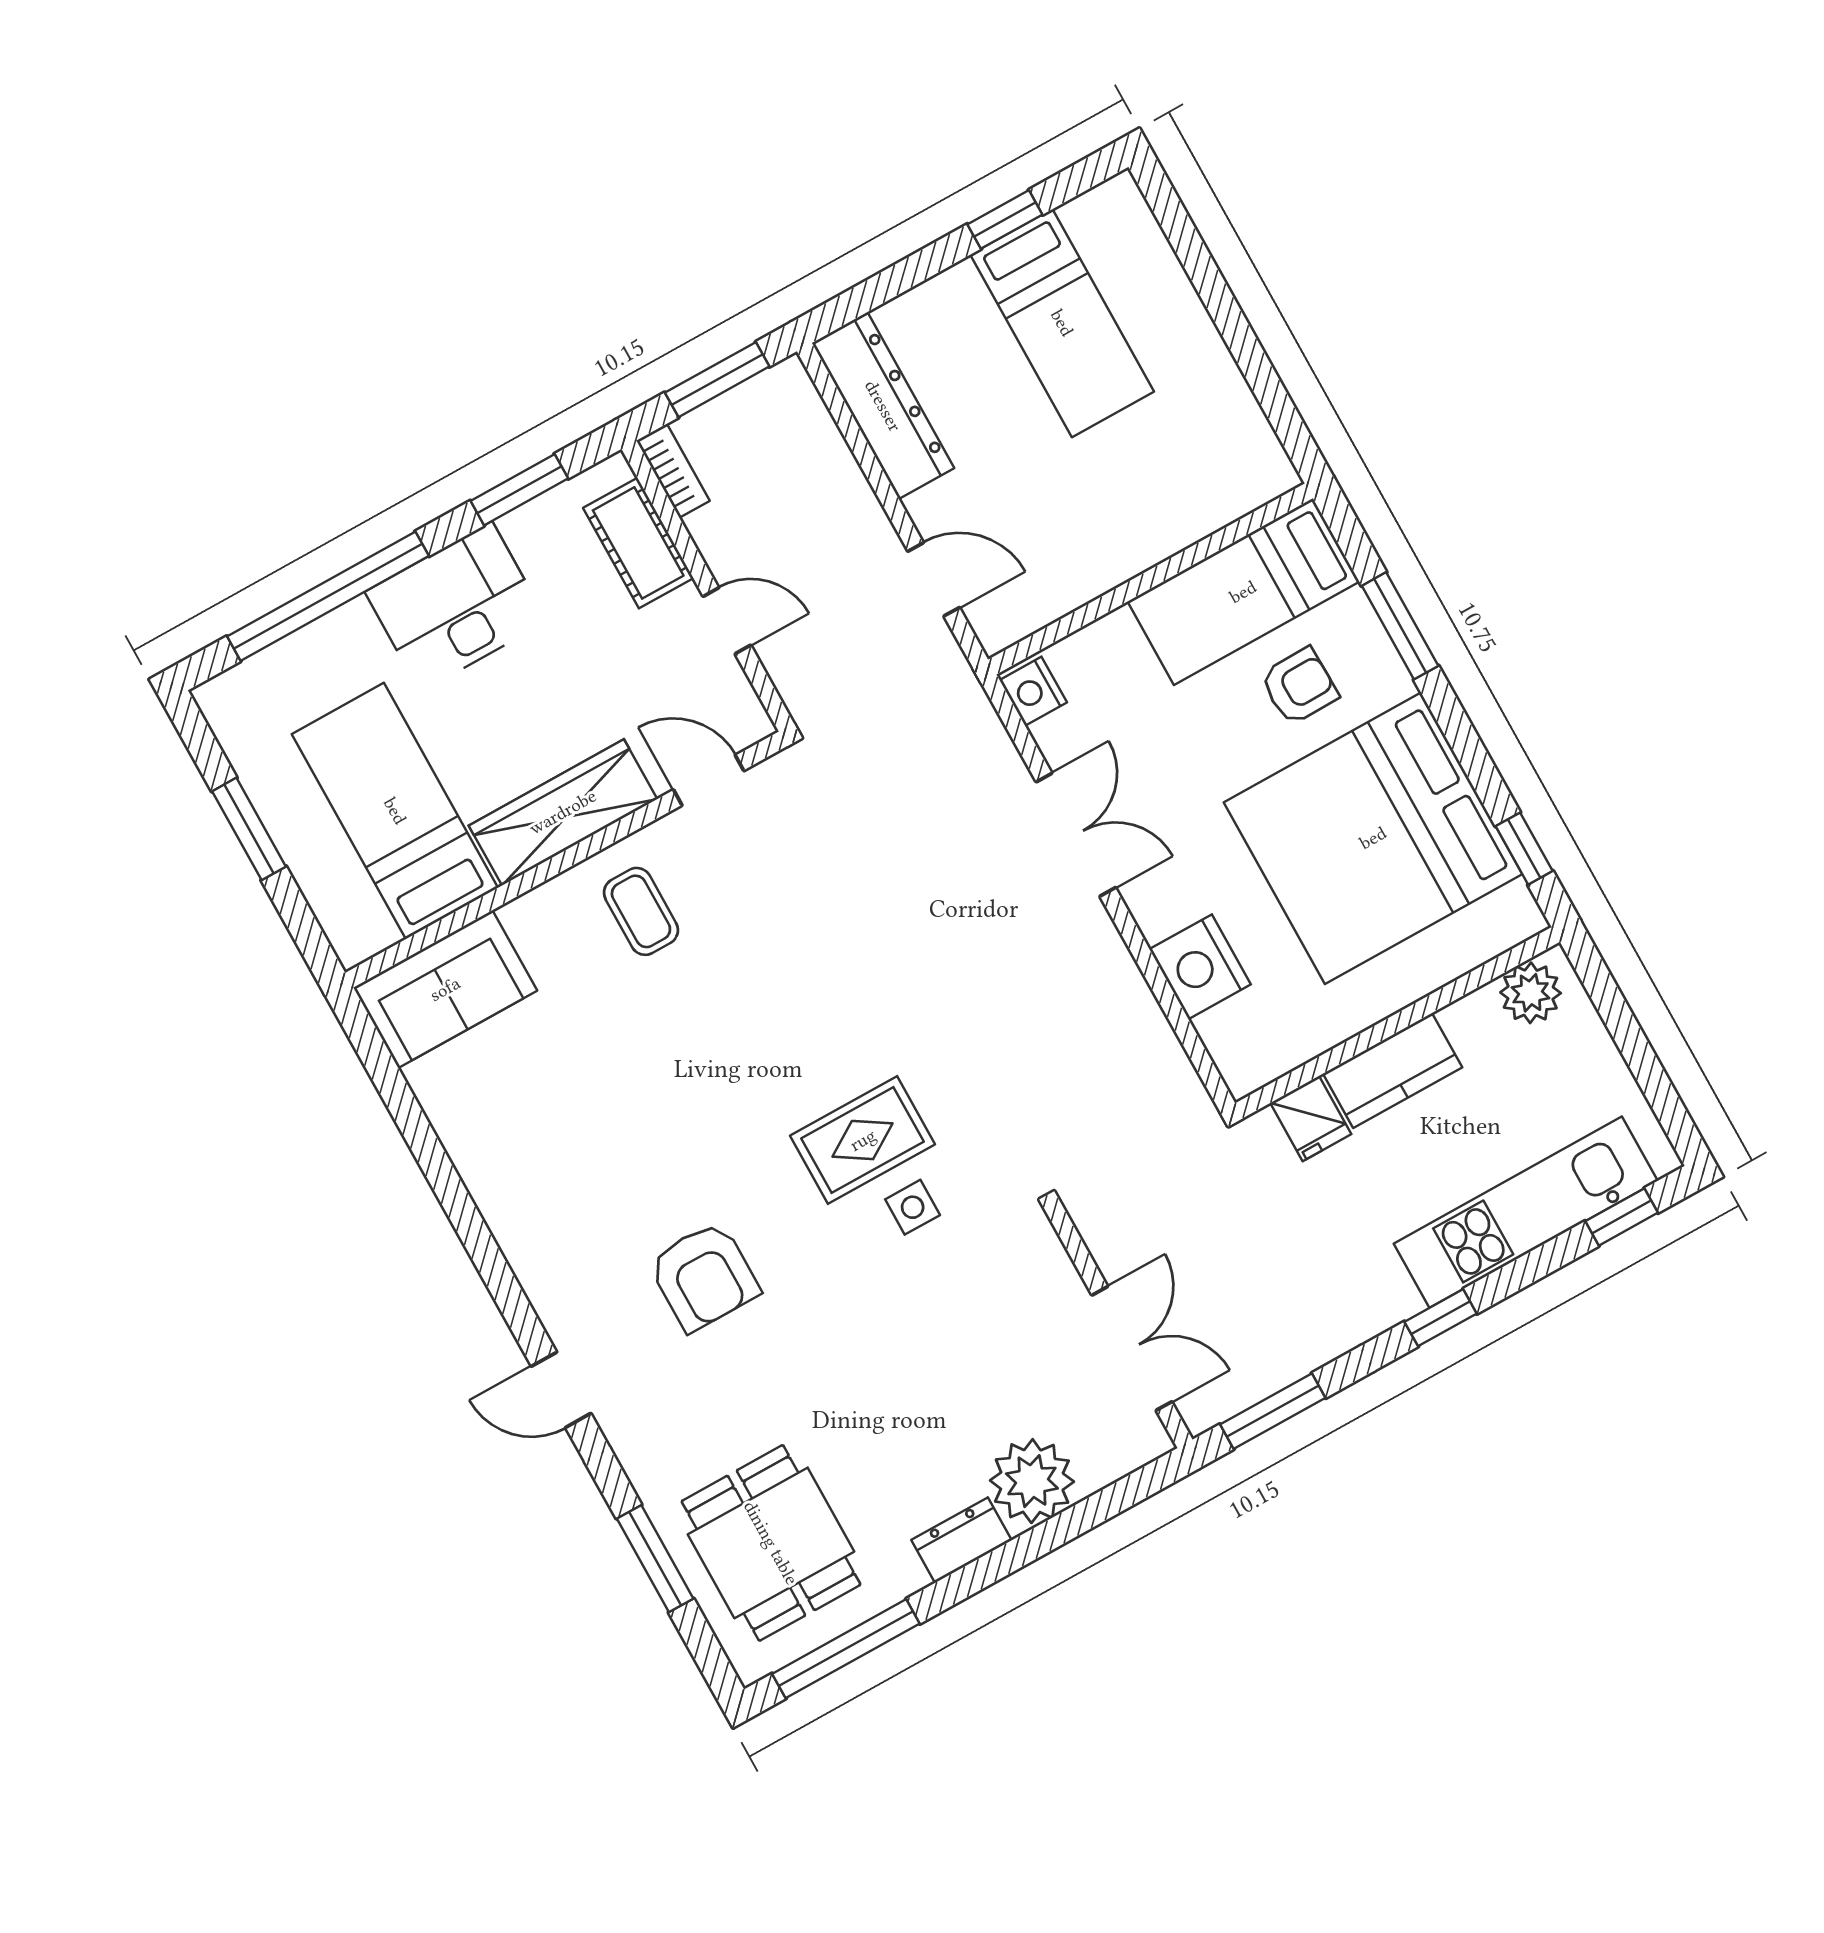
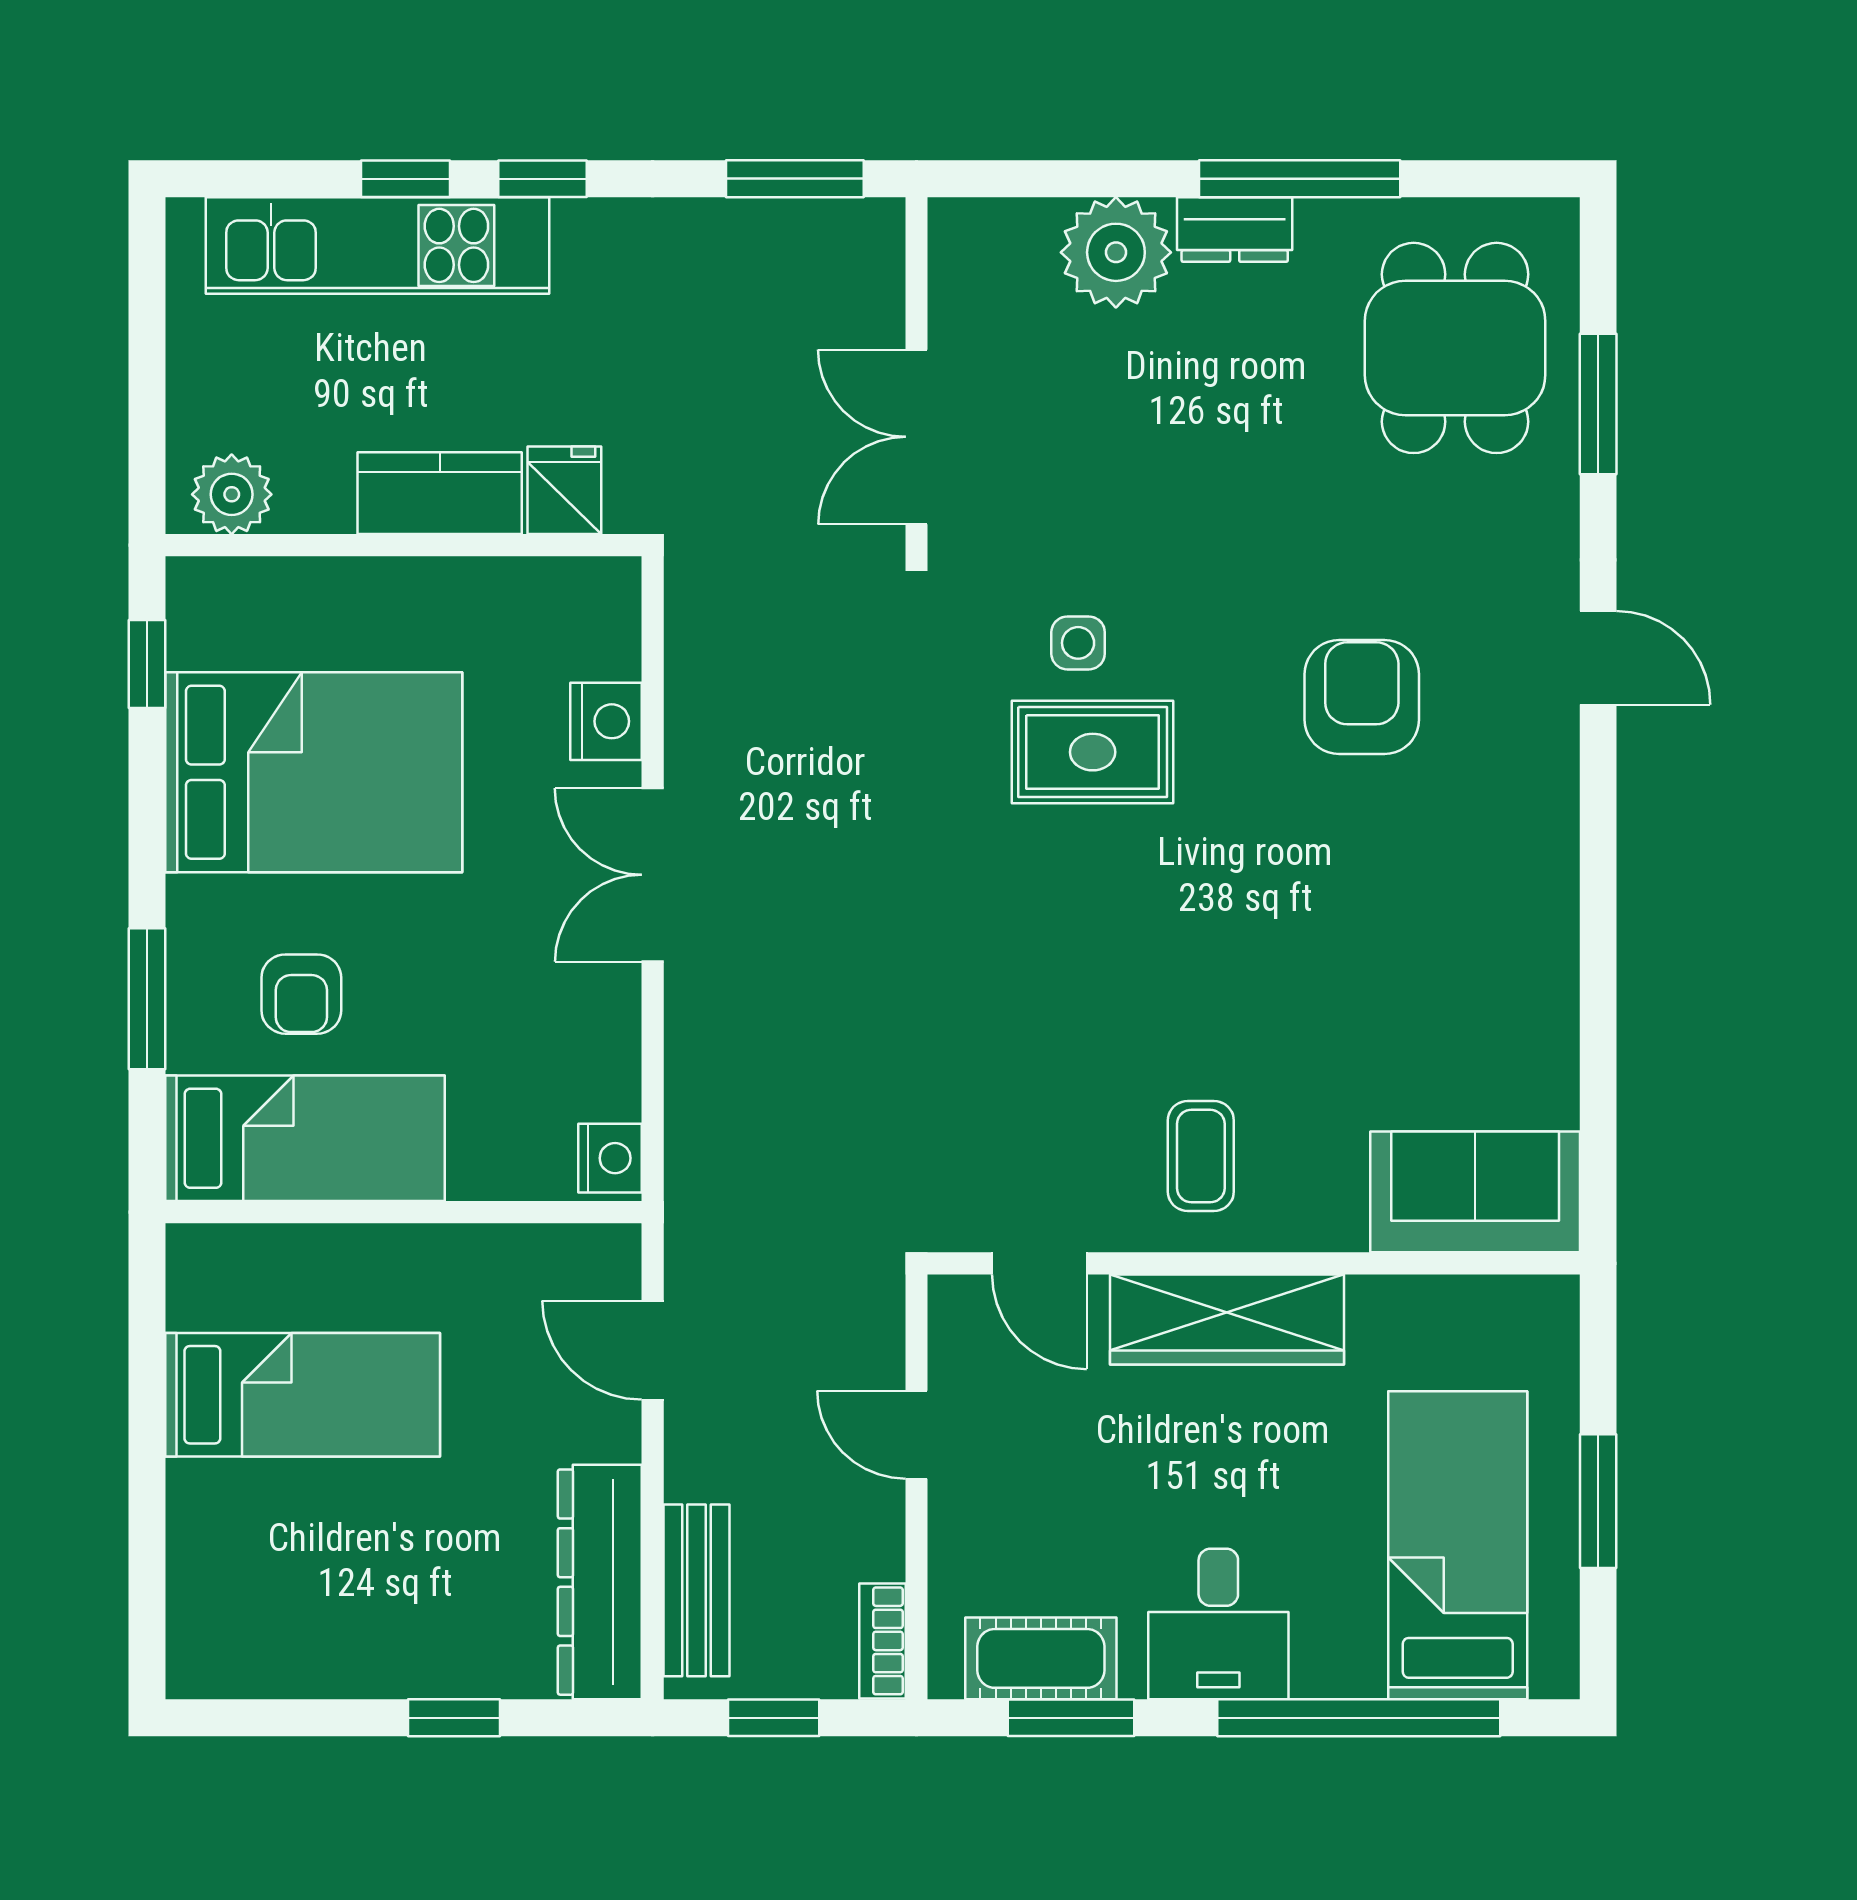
window: (1005, 219) -> (454, 1718), moved
bed: (1062, 323) -> (303, 1395), moved, turned 90
window: (717, 380) -> (774, 1718), width x0.67
bench: (816, 436) -> (696, 1590), added
cot: (638, 543) -> (1041, 1658), moved, turned 90
desk: (456, 607) -> (1218, 1624), width x0.73
armchair: (1299, 686) -> (301, 994), turned -89
bed: (395, 811) -> (1458, 1545), moved, turned 180
double door: (1076, 835) -> (653, 875), moved
bed: (1373, 838) -> (314, 772), width x0.73
nightstand: (1200, 967) -> (606, 721), width x0.74, depth x0.75
window: (1622, 1217) -> (406, 179), moved
double door: (1132, 1348) -> (917, 437), moved
window: (846, 1649) -> (1300, 179), moved

